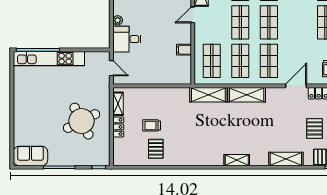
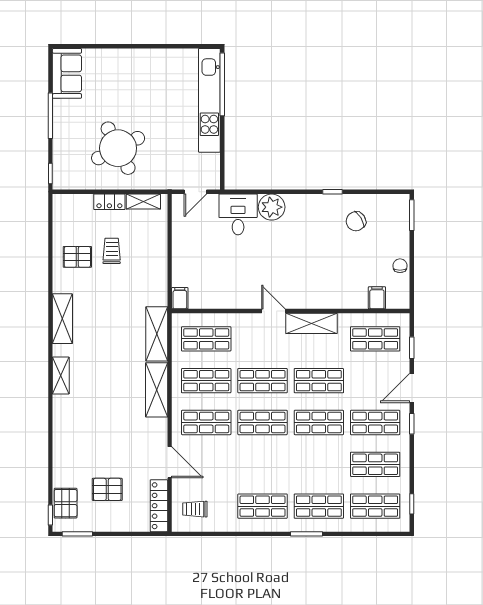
plant: (118, 20) -> (272, 207), width x1.87, depth x1.87
filing cabinet: (184, 50) -> (180, 298), moved
shelving: (286, 159) -> (62, 319), moved

